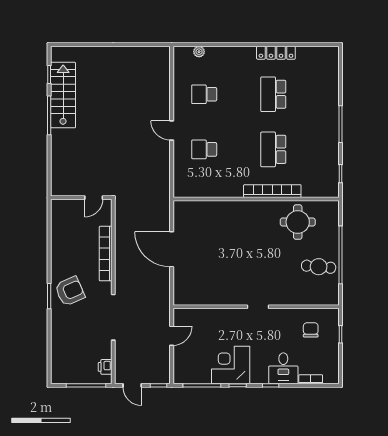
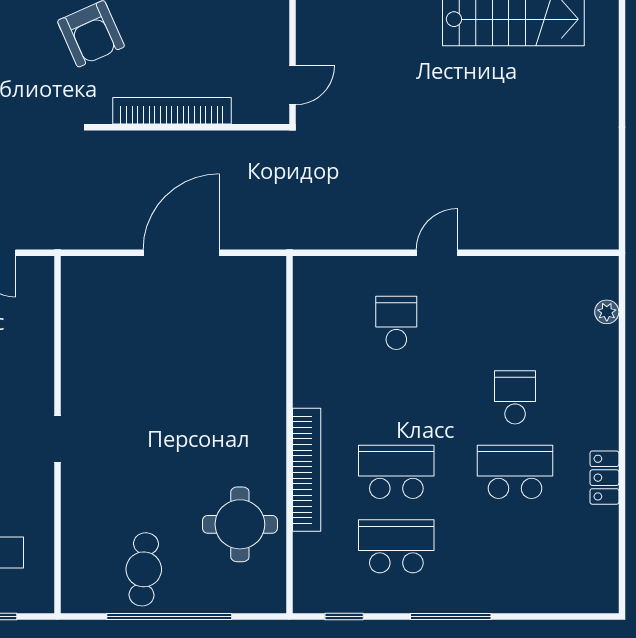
locker: (276, 53) -> (604, 478), width x0.66
school desk: (204, 94) -> (515, 397), moved
school desk: (308, 149) -> (396, 546), added
door: (94, 198) -> (293, 85), swing flipped

